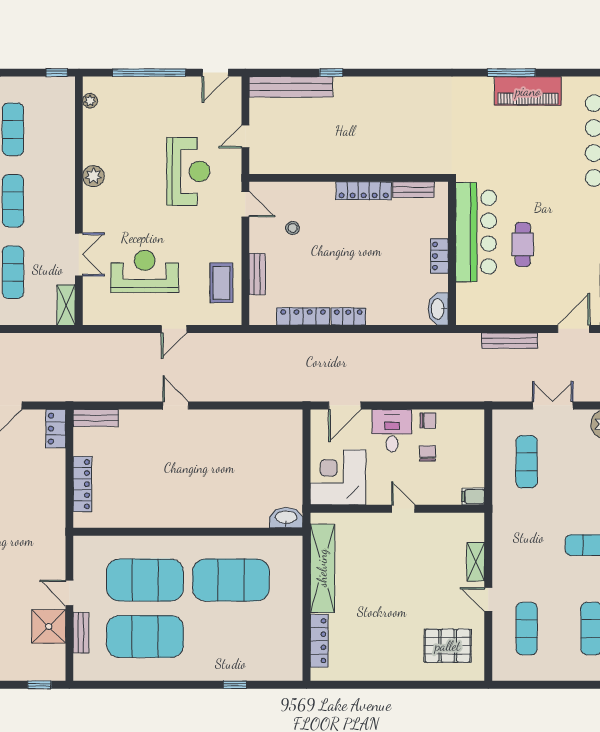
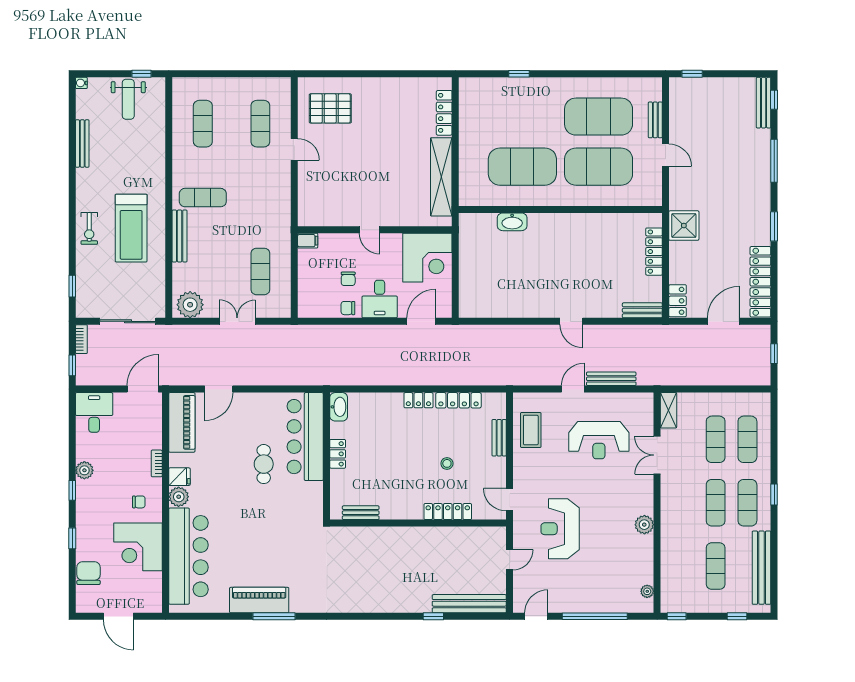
locker: (364, 191) -> (448, 512), moved
stool: (293, 228) -> (447, 463), moved
bar counter: (476, 232) -> (305, 437), moved
bench: (509, 341) -> (611, 379), moved
double door: (553, 405) -> (237, 321), swing flipped
washbasin: (286, 518) -> (512, 222), moved
shelving: (476, 562) -> (305, 183), removed
shower: (49, 626) -> (684, 226), moved

